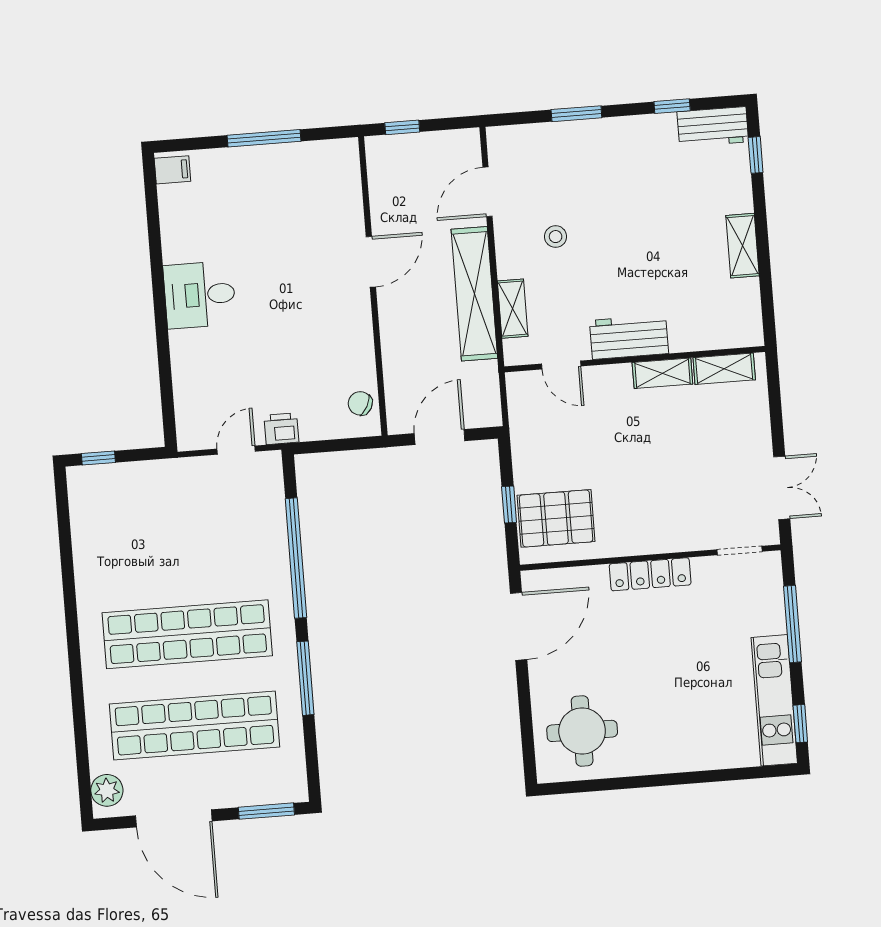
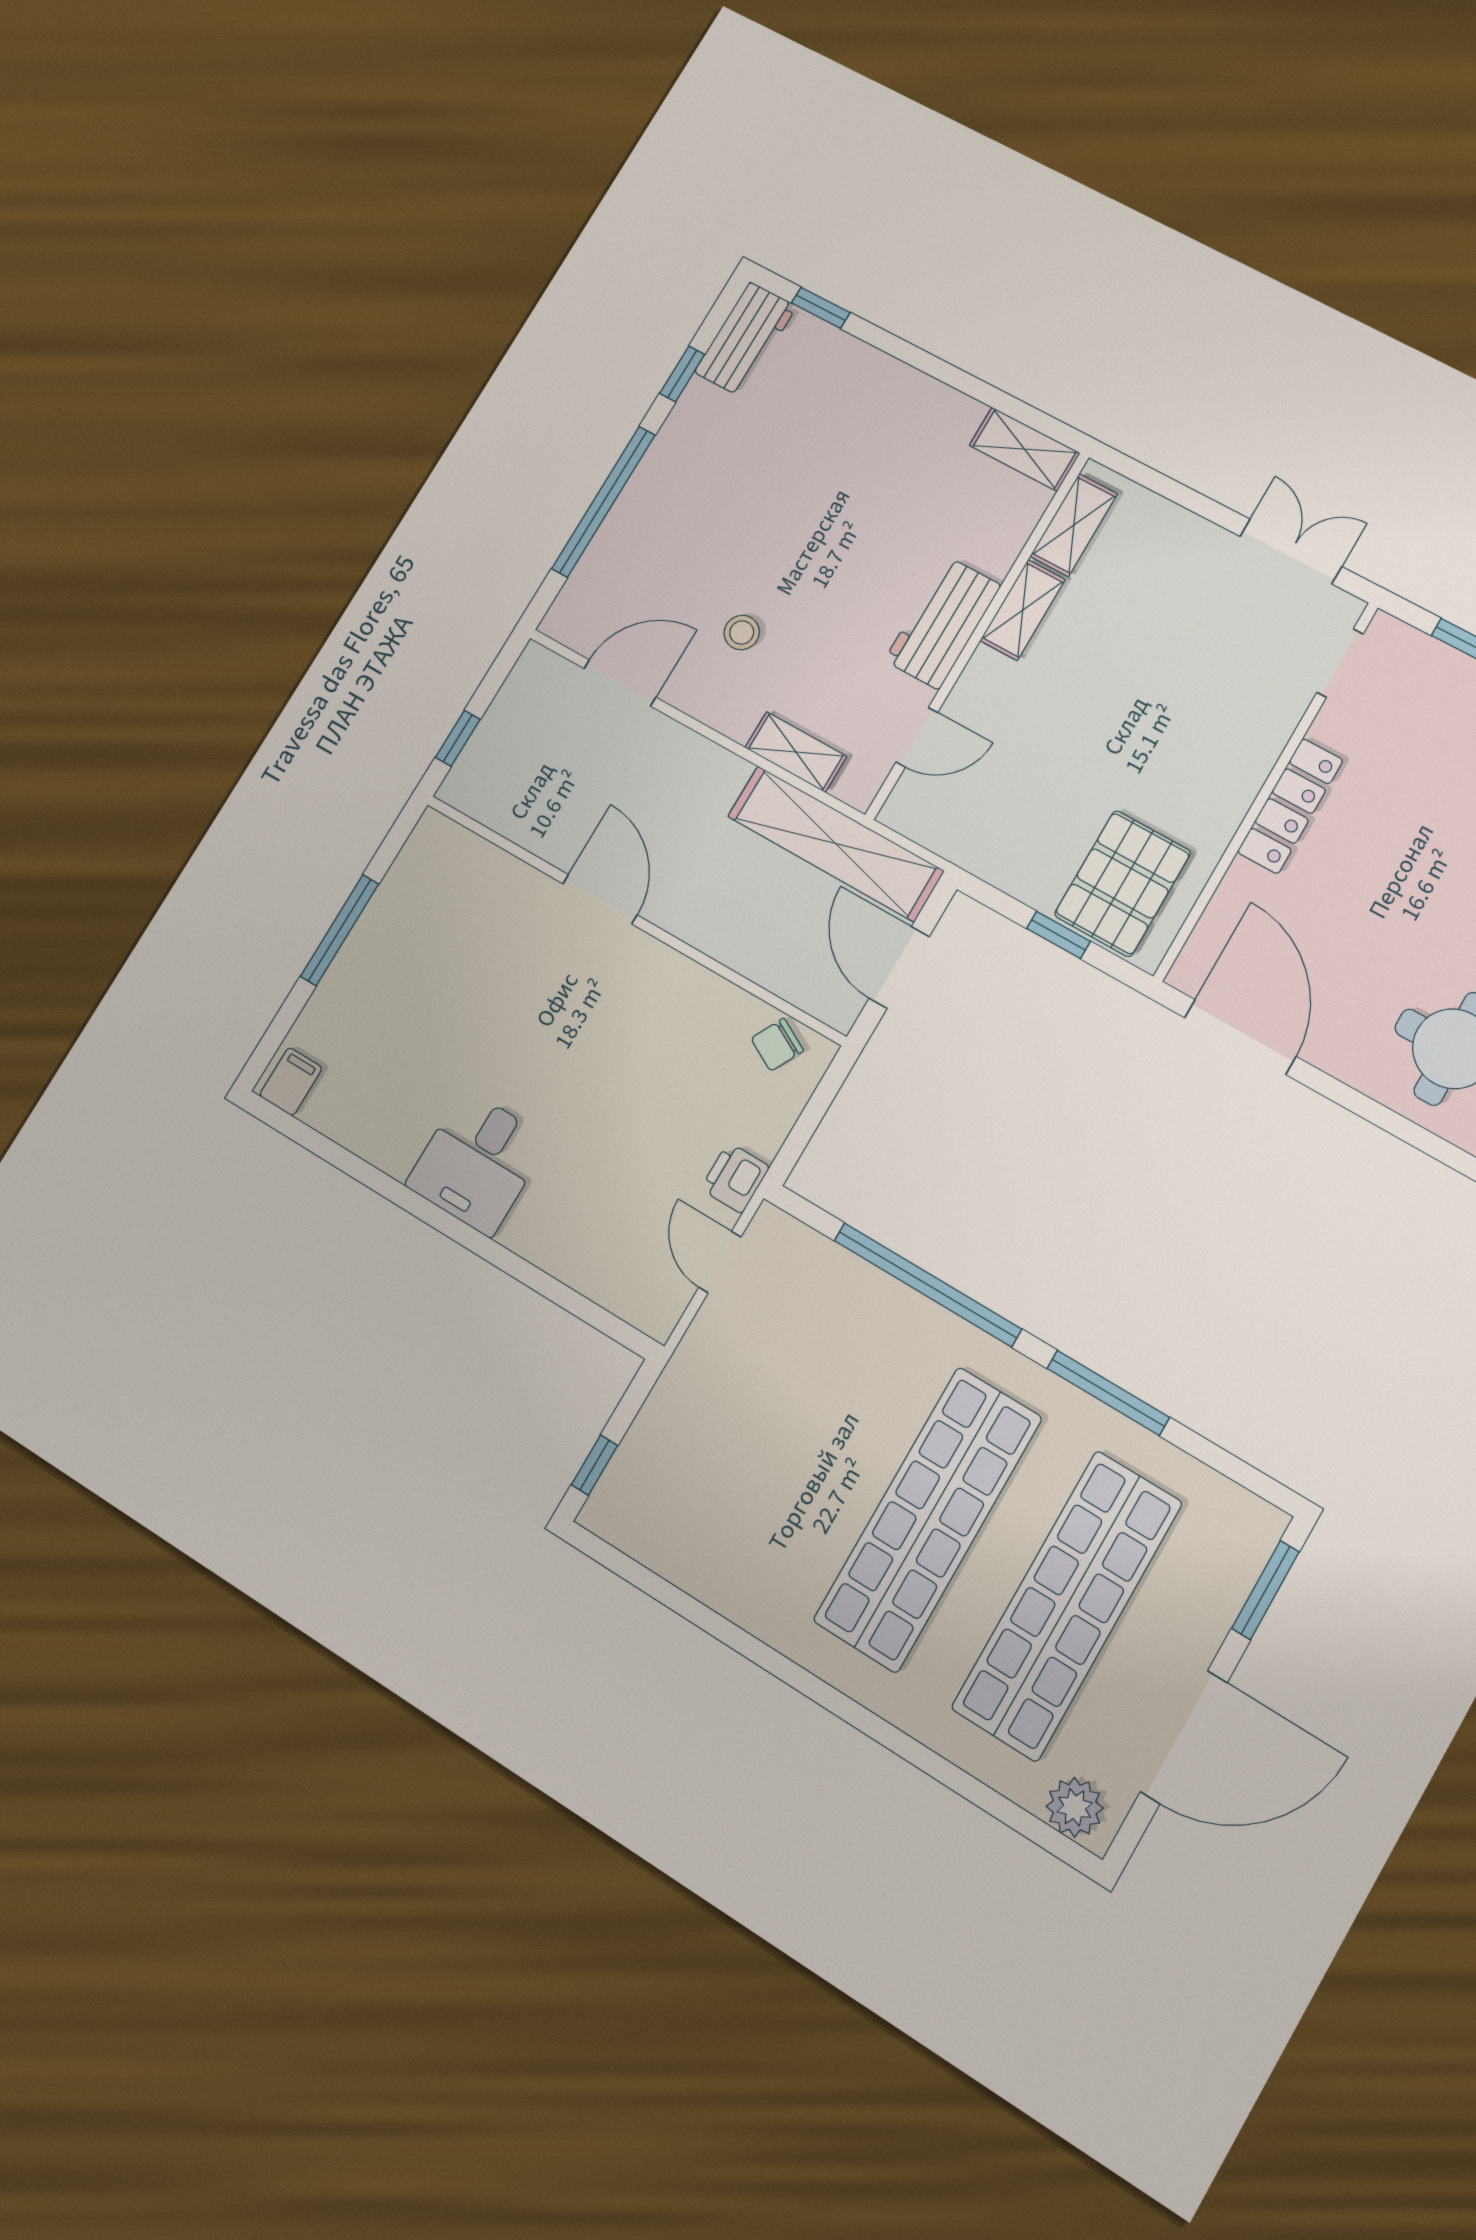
window: (576, 114) -> (603, 502), width x2.11
door: (487, 192) -> (620, 683), swing flipped
shelving: (743, 246) -> (1025, 449), moved
shelving: (474, 294) -> (835, 843), moved

